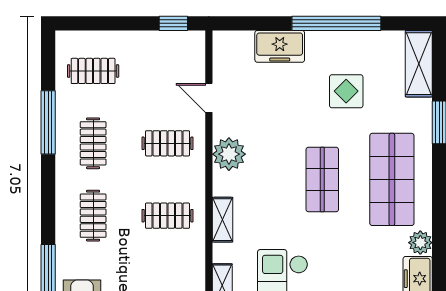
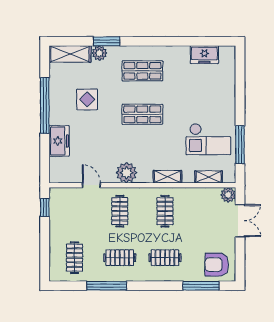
door: (209, 98) -> (91, 185), swing flipped
shop shelf: (392, 179) -> (142, 71), width x0.70, depth x0.74
plant: (420, 243) -> (99, 53), moved

